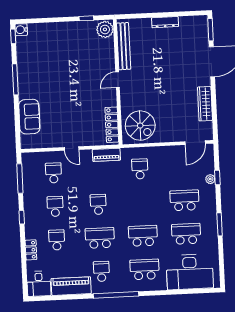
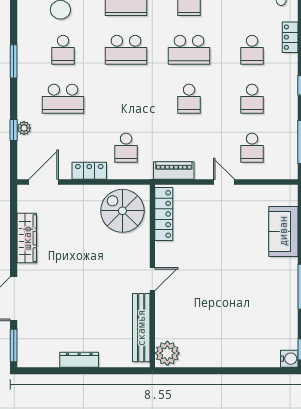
window: (86, 18) -> (193, 371), removed
locker: (164, 152) -> (89, 171), added
school desk: (186, 234) -> (63, 50), width x0.54

